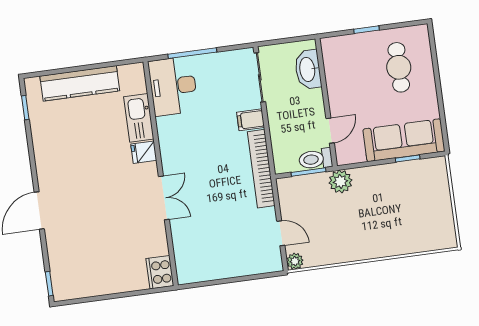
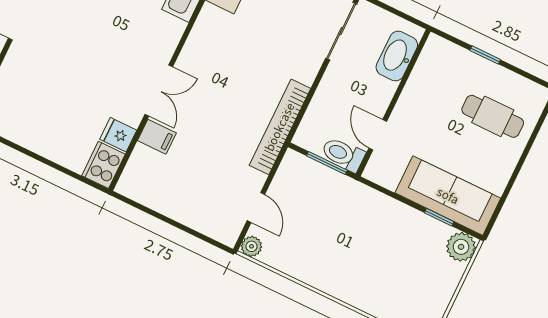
cafe table: (399, 67) -> (493, 116), turned 90
filing cabinet: (251, 120) -> (157, 137), moved, turned 180
door: (330, 131) -> (378, 135), swing flipped
fridge: (144, 152) -> (118, 135), moved
plant: (340, 182) -> (461, 247), moved

